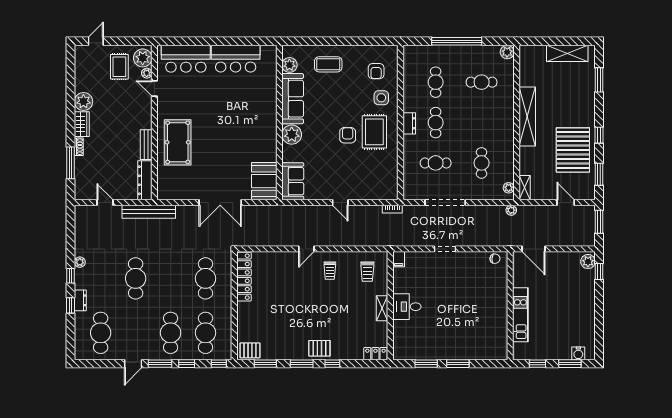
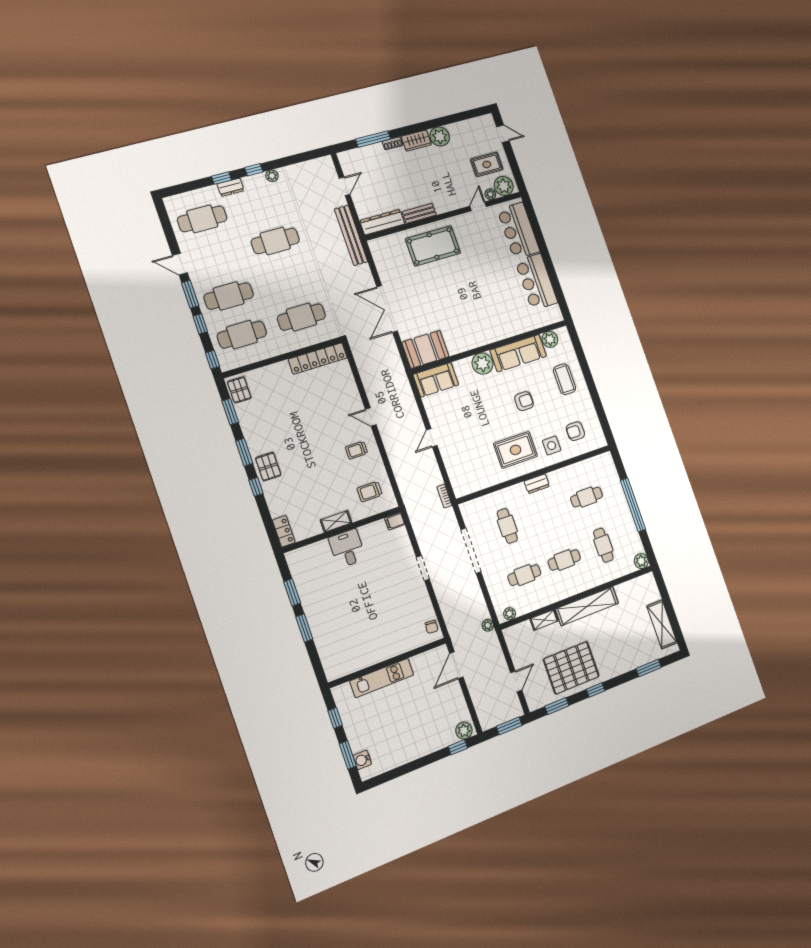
cafe table: (436, 123) -> (564, 560), moved
armchair: (348, 135) -> (524, 401), moved
shelving: (525, 187) -> (544, 620), moved

